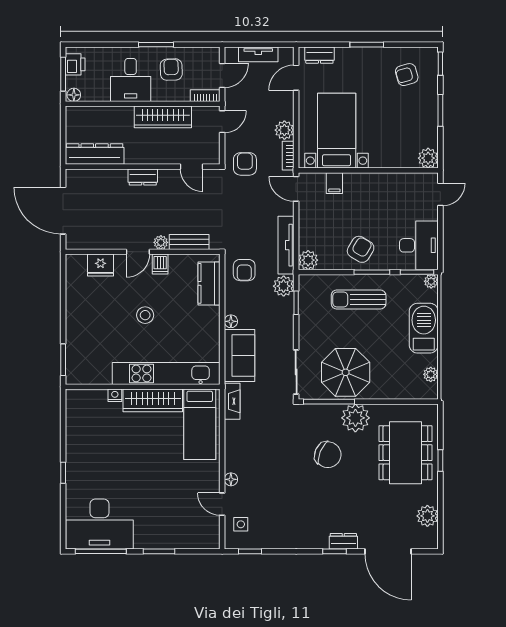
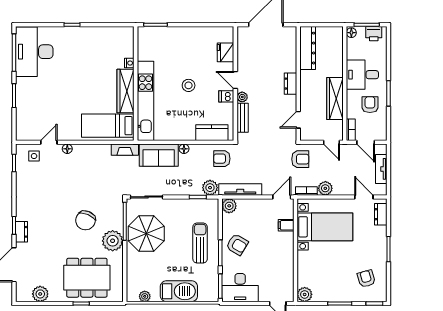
armchair: (171, 70) -> (370, 105), turned -88
plant: (431, 281) -> (214, 297), removed

